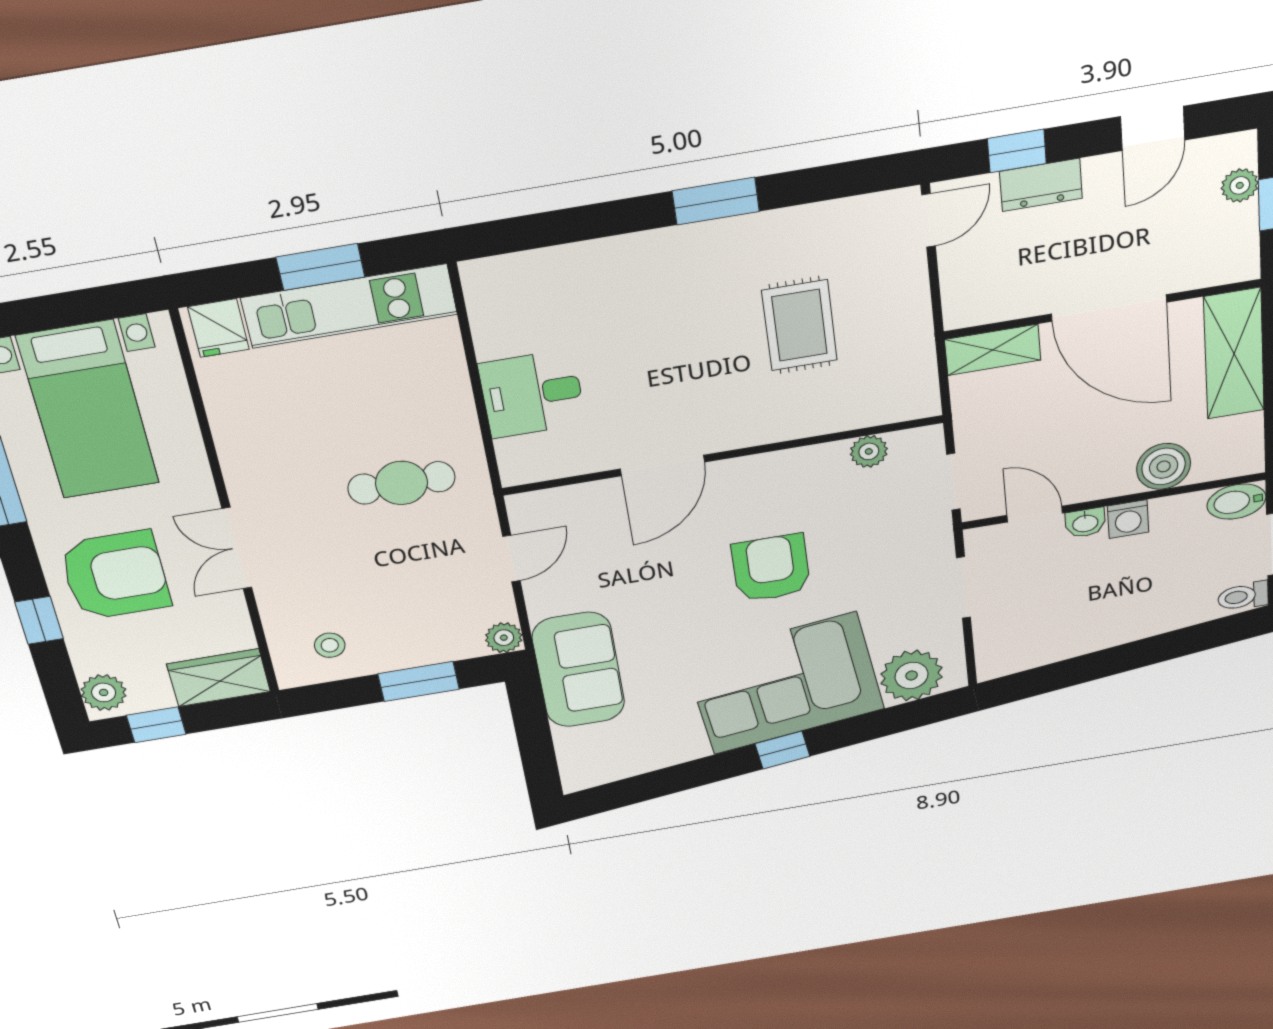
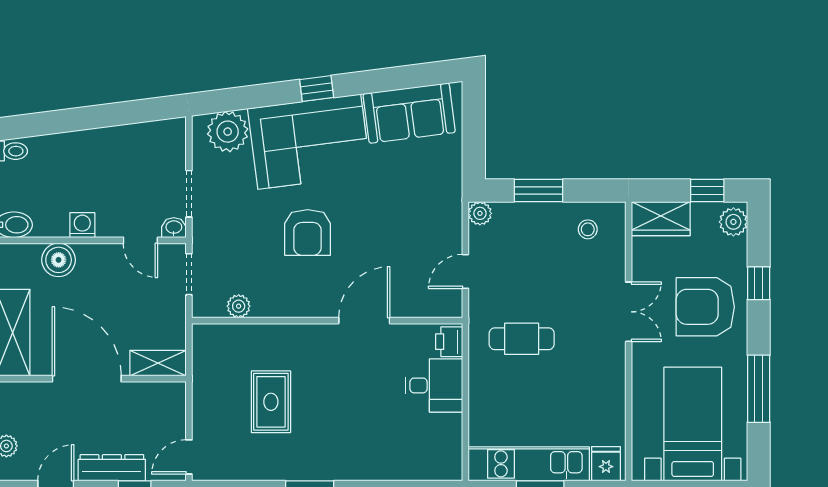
dresser: (1041, 185) -> (112, 468), width x1.44
printer: (519, 459) -> (449, 342), added
washbasin: (1085, 523) -> (174, 228), moved
sofa: (578, 670) -> (409, 113), moved, turned -97

